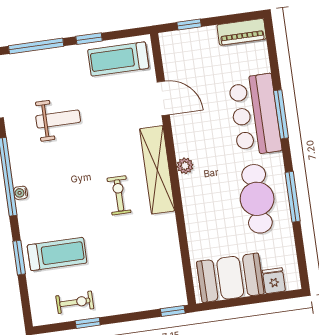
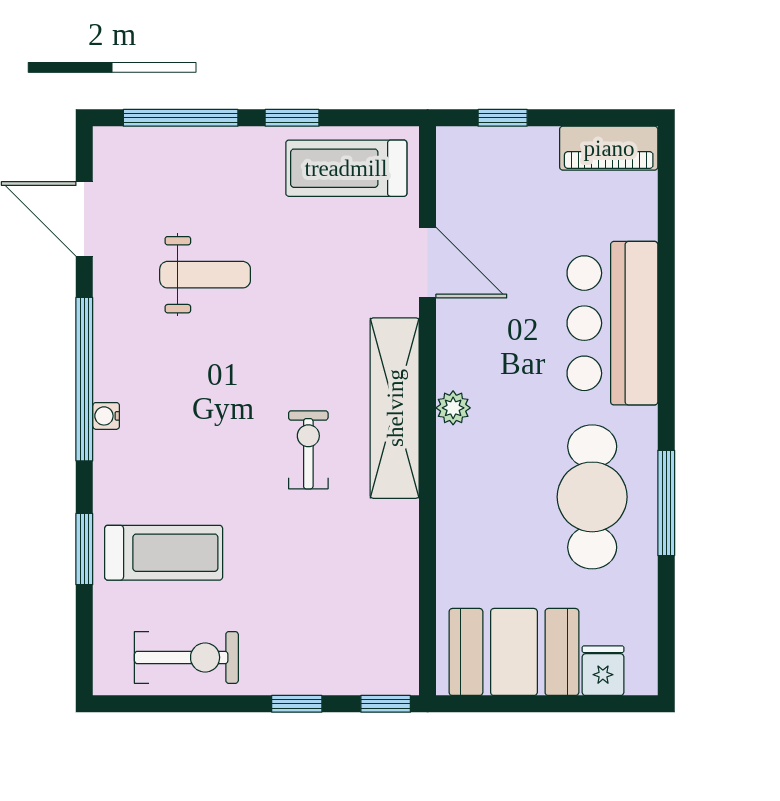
window: (281, 114) -> (666, 330), removed
exercise bike: (75, 302) -> (186, 657), width x1.38, depth x1.39
window: (88, 323) -> (297, 704), moved

